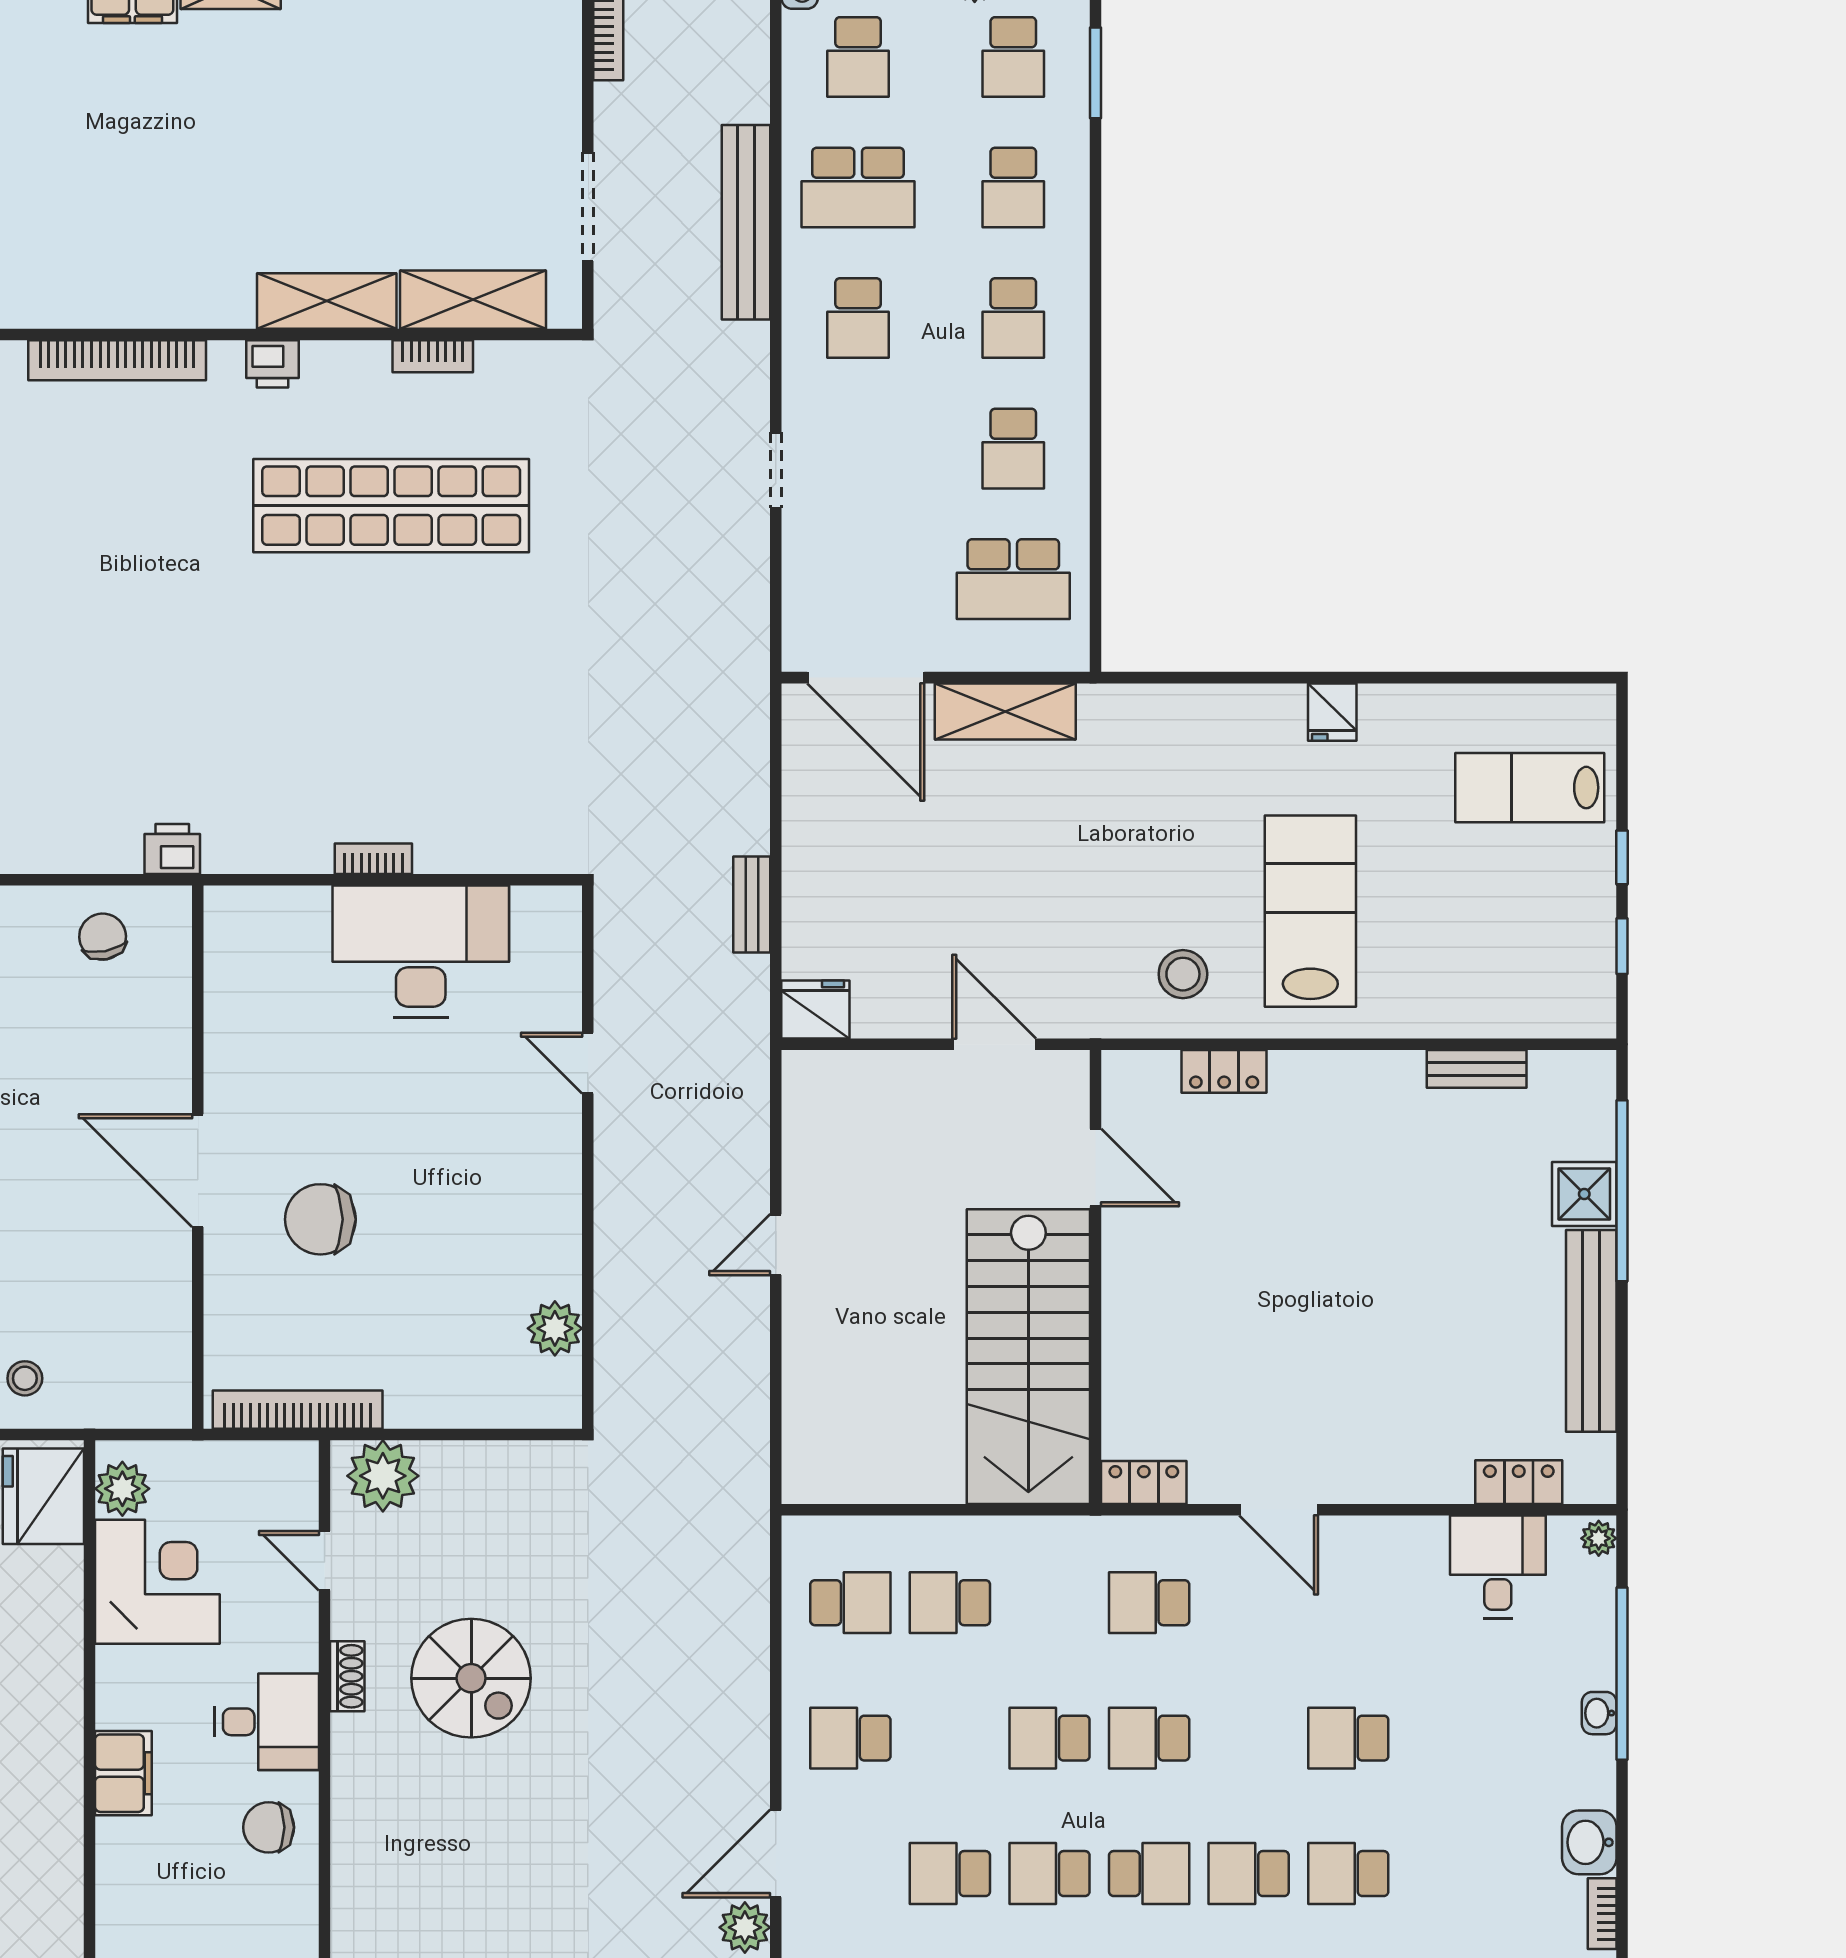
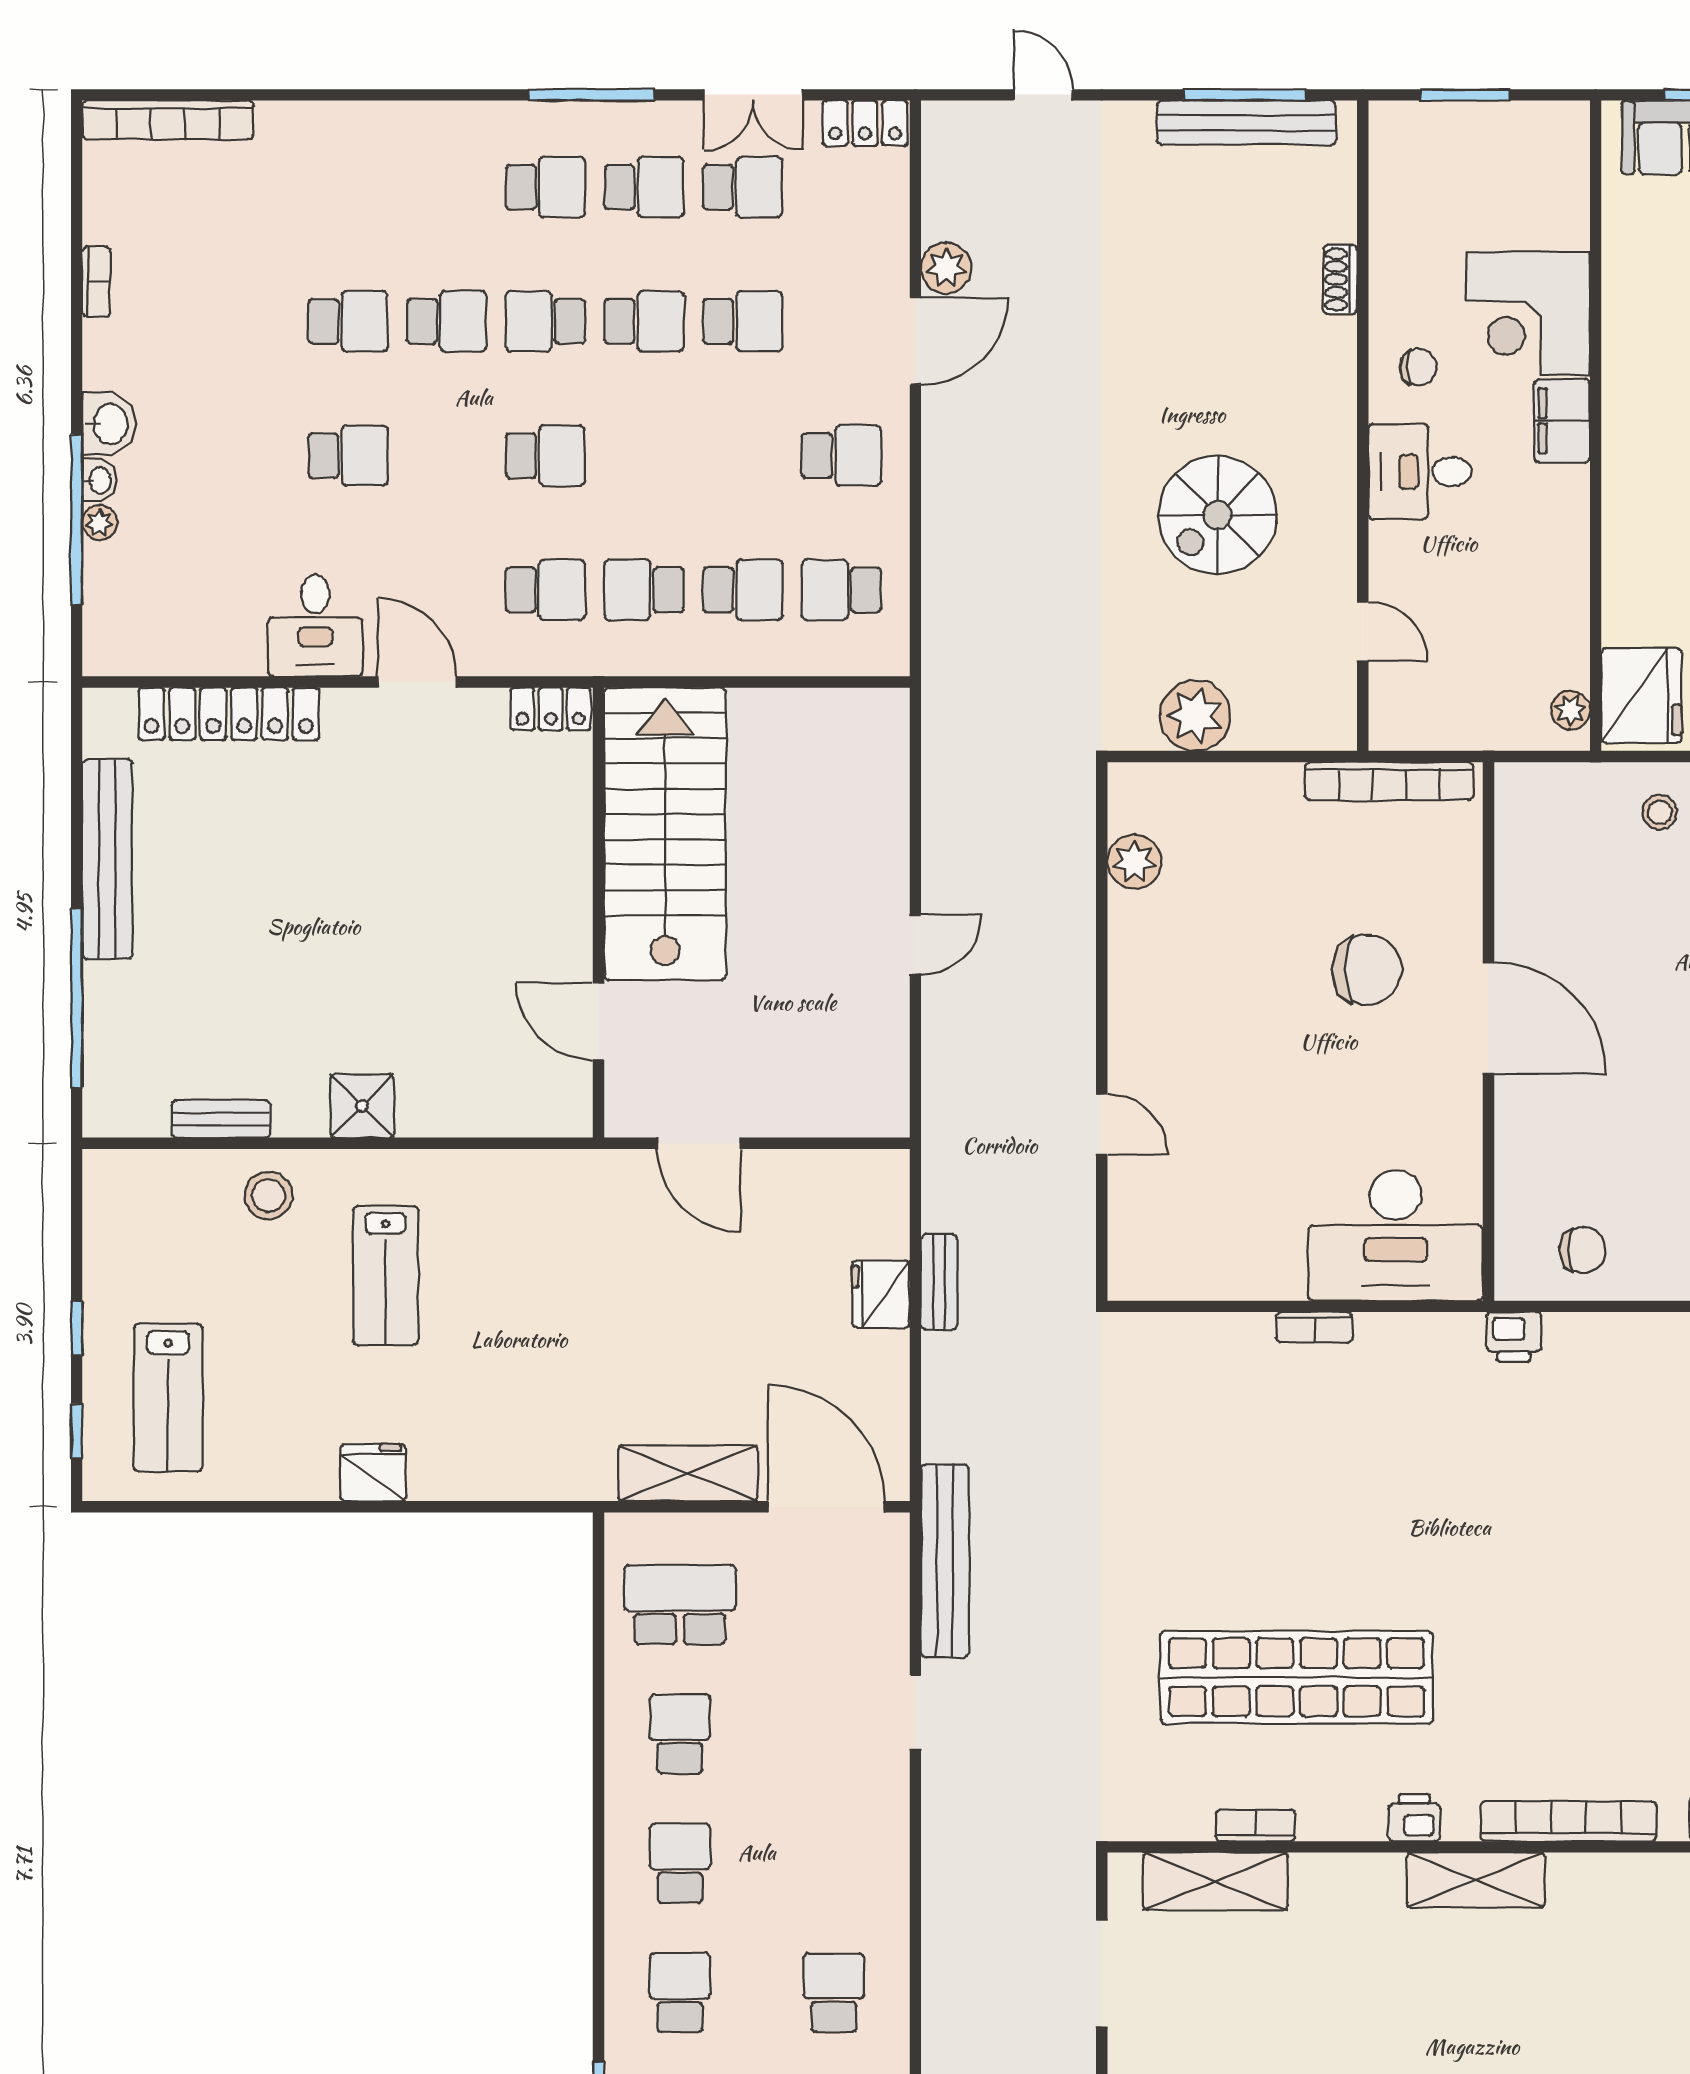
school desk: (858, 188) -> (834, 1993), width x0.54
bench: (746, 222) -> (945, 1561), moved
shelving: (327, 301) -> (1476, 1880), moved
school desk: (858, 318) -> (834, 1863), removed
fridge: (1332, 712) -> (373, 1473), width x1.38
lab bench: (1530, 788) -> (168, 1398), turned 90
lab bench: (1310, 911) -> (386, 1275), width x0.73, depth x0.72
chair: (103, 937) -> (1583, 1250), turned -79
window: (1622, 946) -> (77, 1431), moved
desk: (421, 951) -> (1396, 1235), moved
stool: (1183, 974) -> (268, 1195), moved
fridge: (815, 1009) -> (881, 1294), moved, turned 90
locker: (1224, 1071) -> (471, 1116), removed
shower: (1584, 1194) -> (362, 1106), moved
plant: (383, 1476) -> (1195, 716), moved
locker: (1519, 1482) -> (229, 714), width x2.16, depth x1.21
plant: (122, 1489) -> (1571, 710), width x0.73, depth x0.73
plant: (1599, 1538) -> (100, 523), moved
desk: (1498, 1567) -> (315, 625), moved
corner desk: (157, 1582) -> (1528, 313), moved
shoe rack: (347, 1676) -> (1340, 279), moved
spiral stairs: (471, 1678) -> (1217, 515), turned -90
school desk: (1050, 1738) -> (644, 590), moved, turned 180
chair: (269, 1827) -> (1418, 367), width x0.73, depth x0.73
washbasin: (1589, 1842) -> (109, 424), moved

